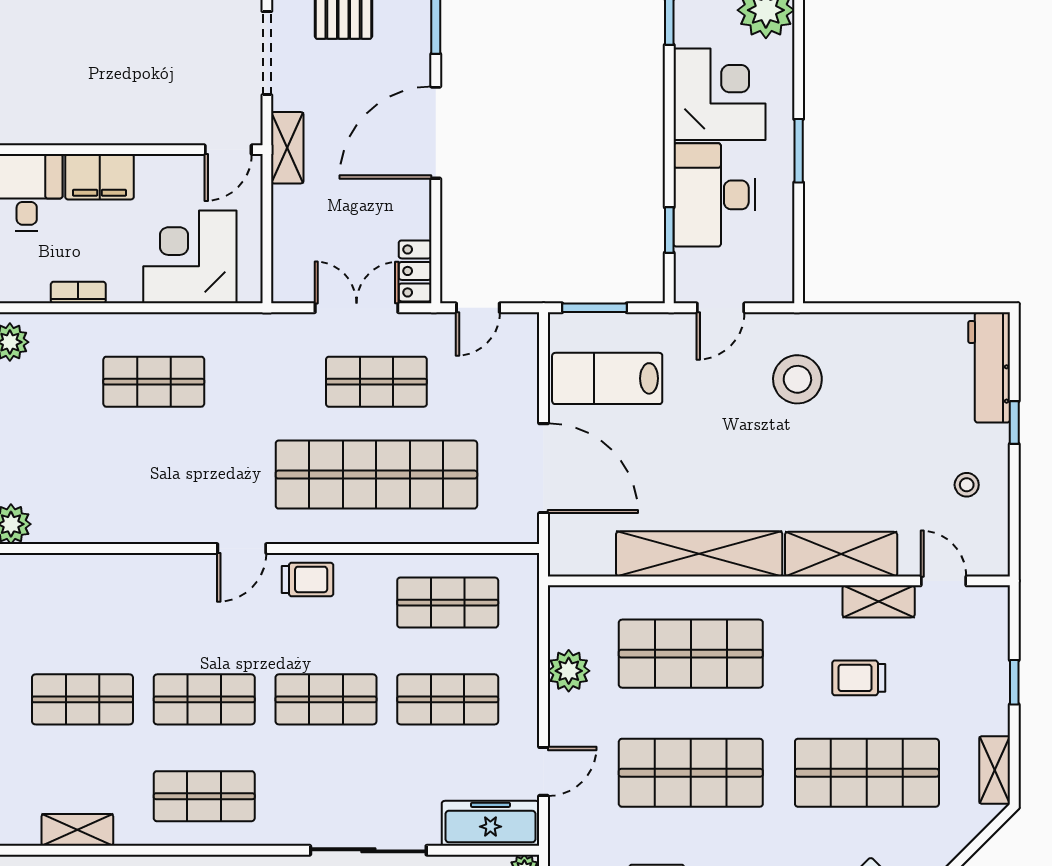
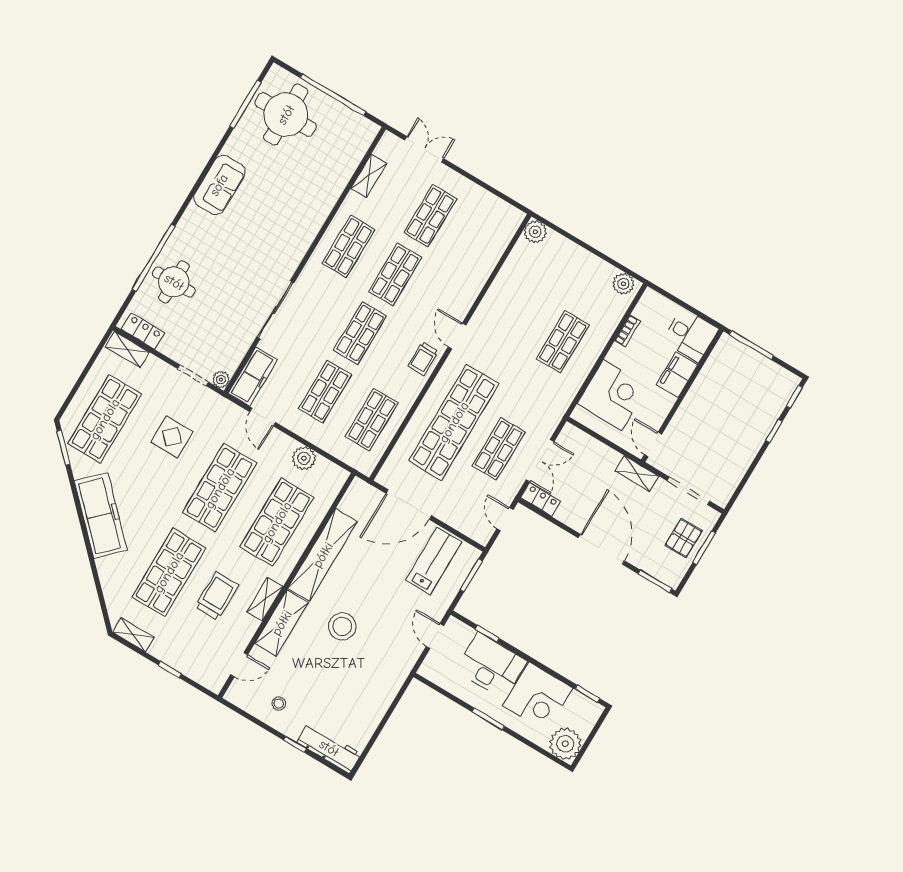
stool: (797, 379) -> (342, 626), moved
shelving: (879, 601) -> (265, 599), moved
trolley: (859, 678) -> (217, 596), width x1.36, depth x1.39

